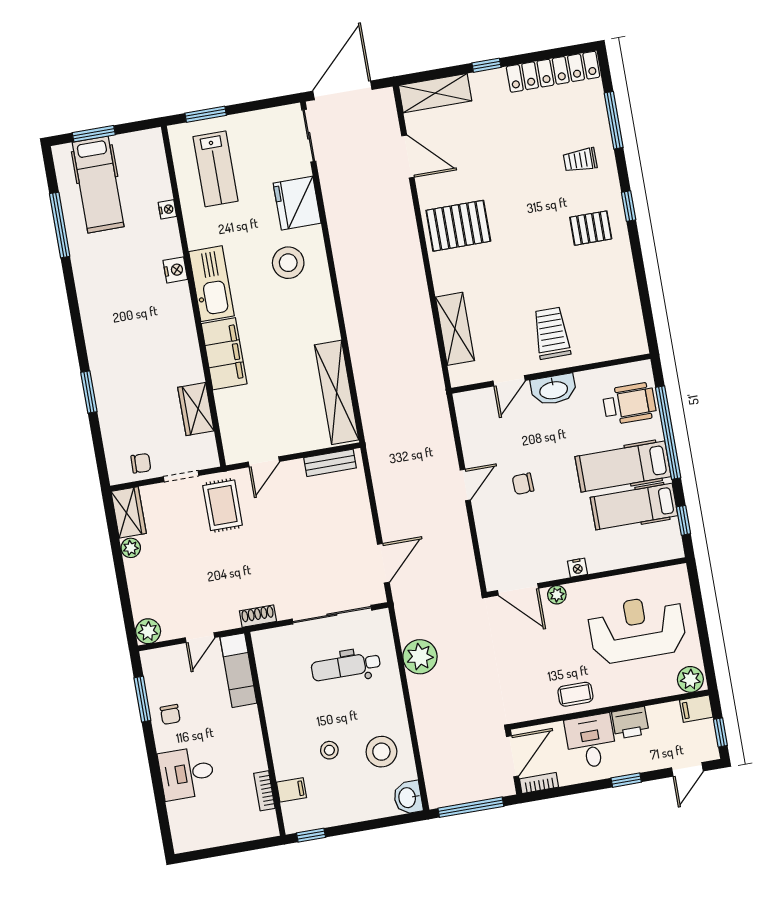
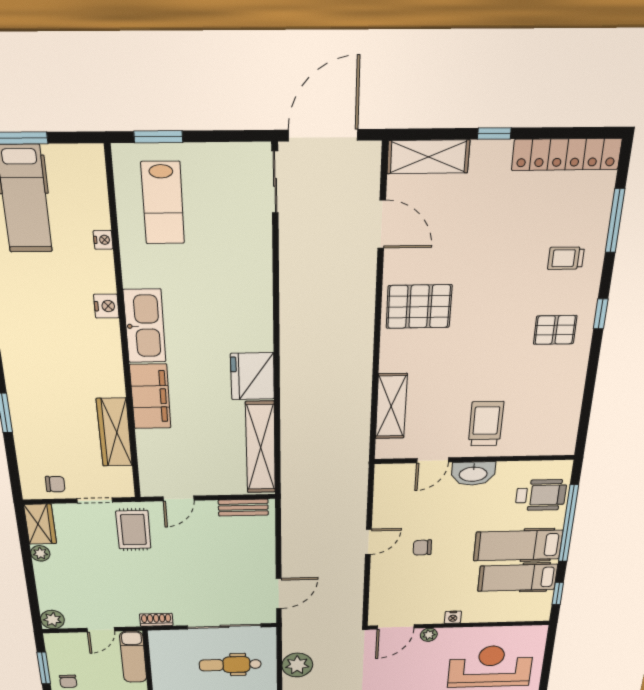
fridge: (297, 203) -> (252, 376), moved
stool: (288, 263) -> (230, 317), removed
wardrobe: (196, 409) -> (114, 432), width x1.50
door: (518, 589) -> (396, 627), hinge flipped

